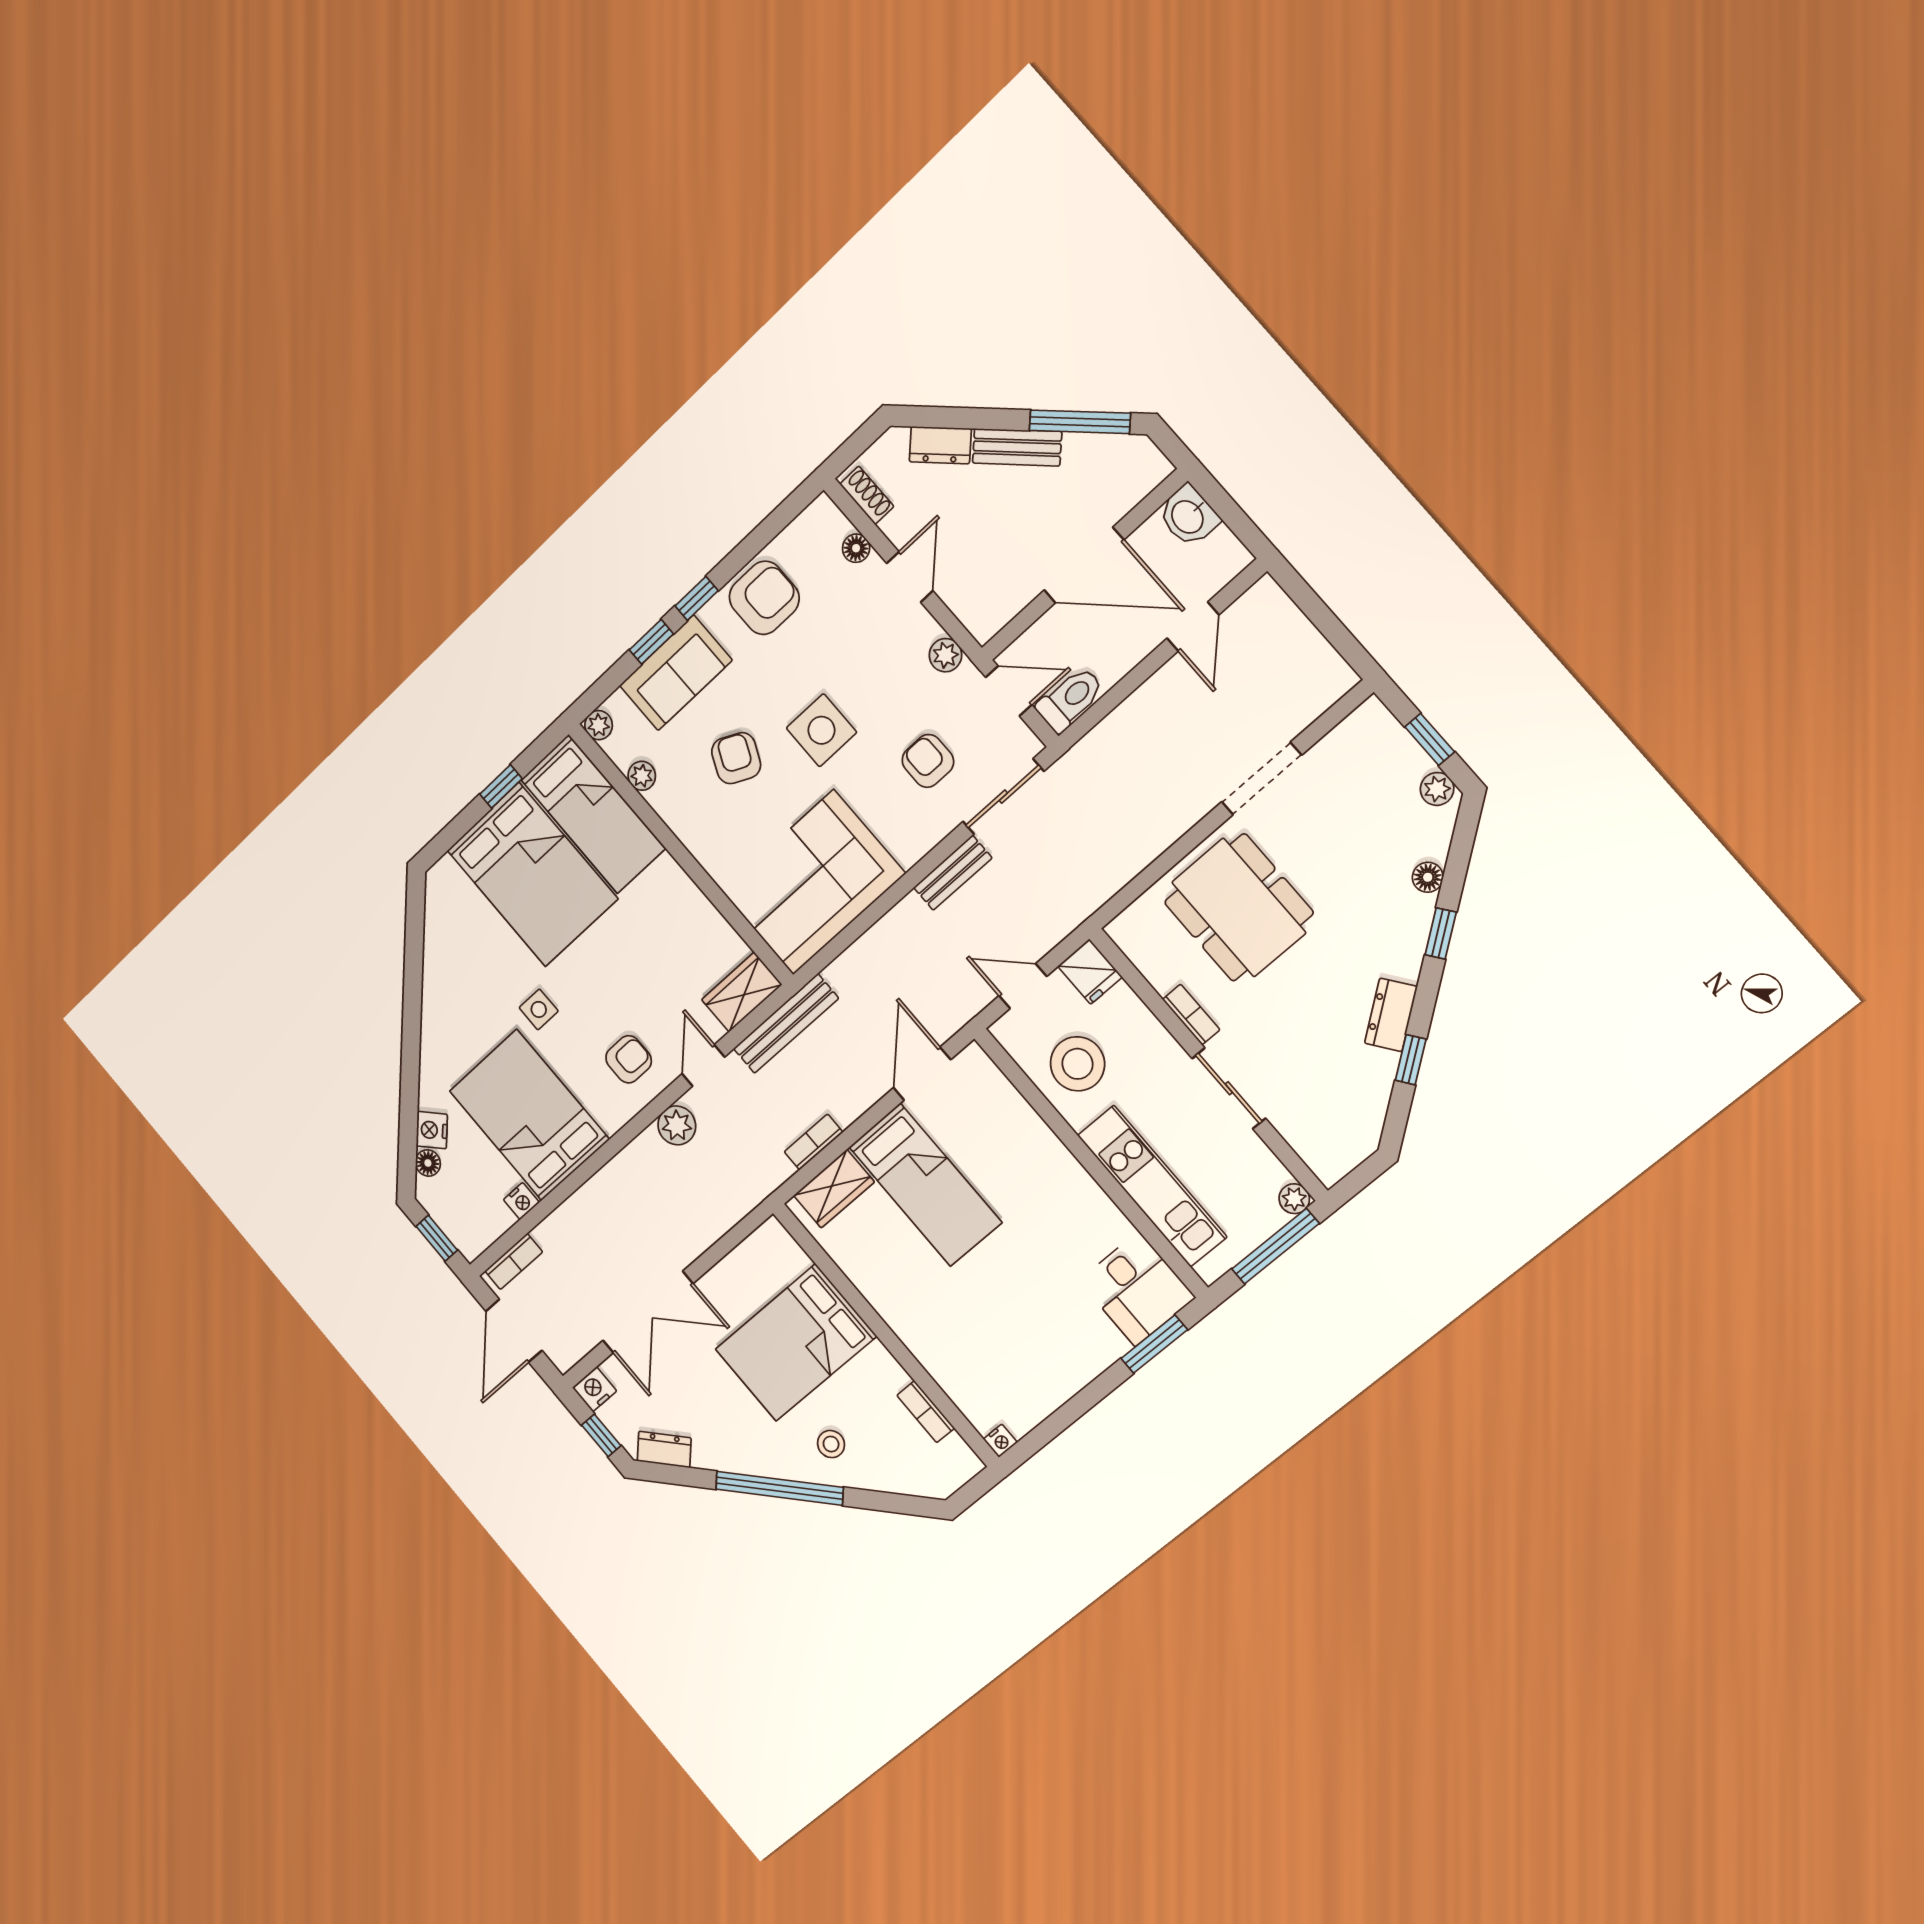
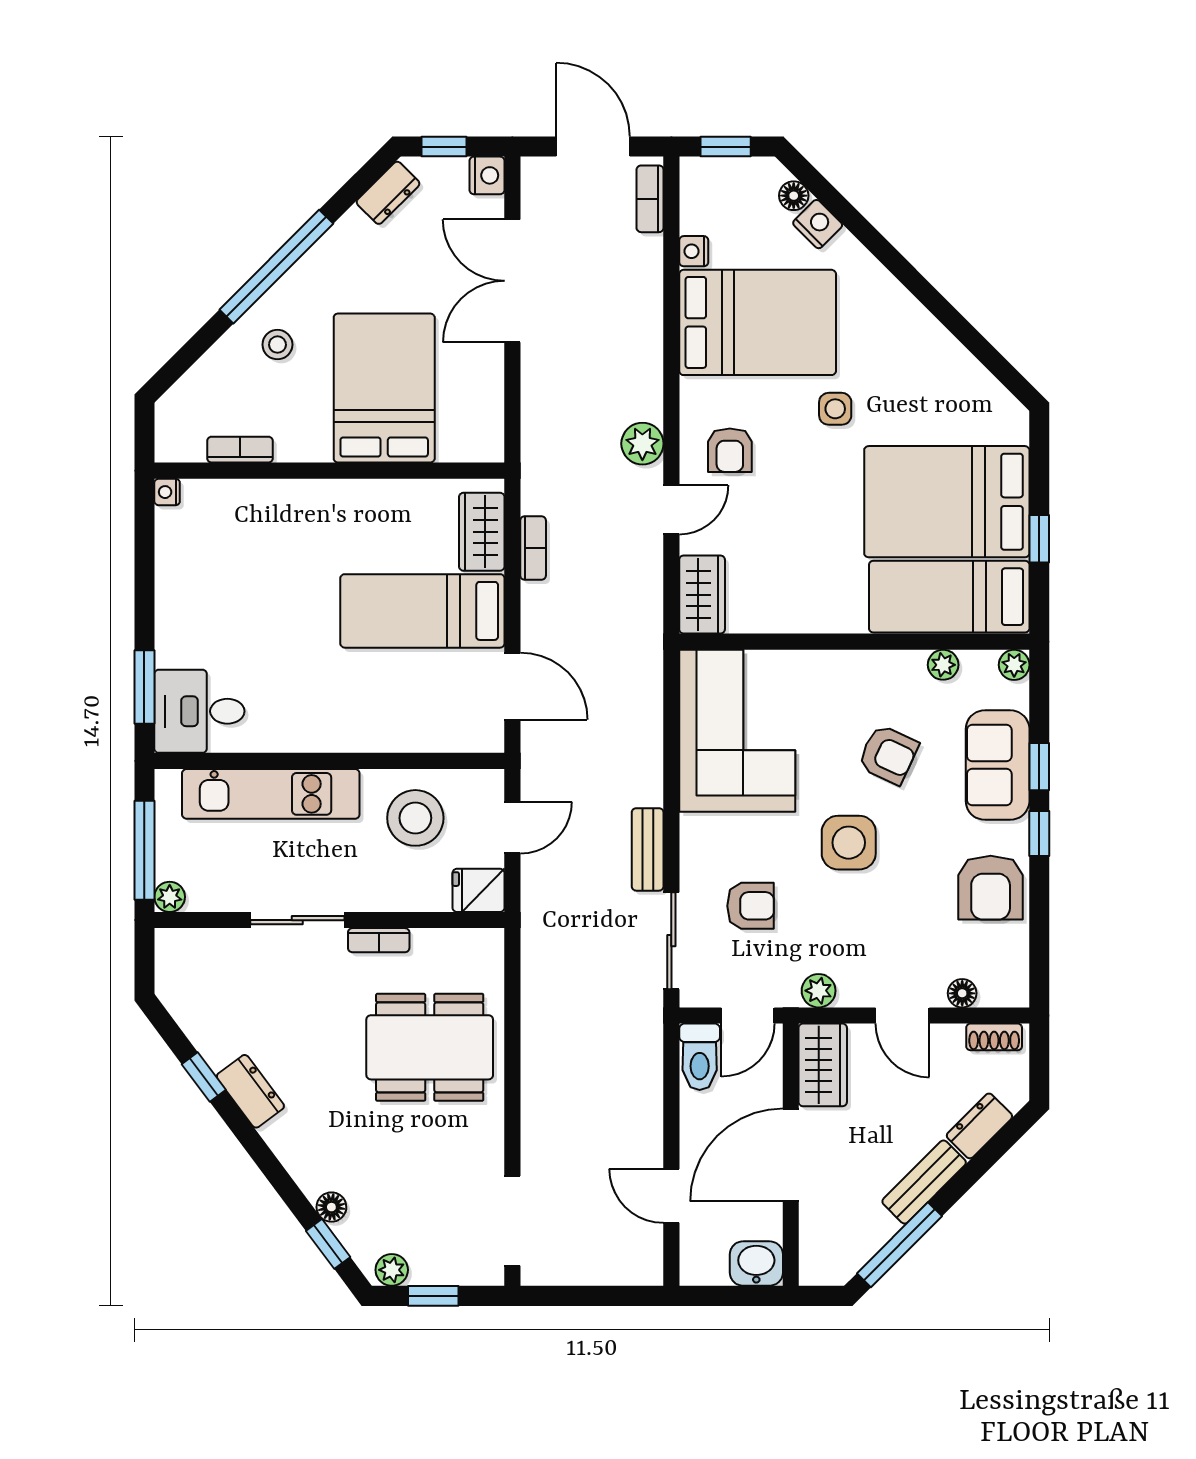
wardrobe: (997, 602) -> (823, 1065), added
doorway: (1262, 779) -> (512, 1221), moved
window: (1441, 933) -> (328, 1244), moved
bench: (786, 1024) -> (646, 609), removed
door: (703, 1065) -> (671, 510), hinge flipped

